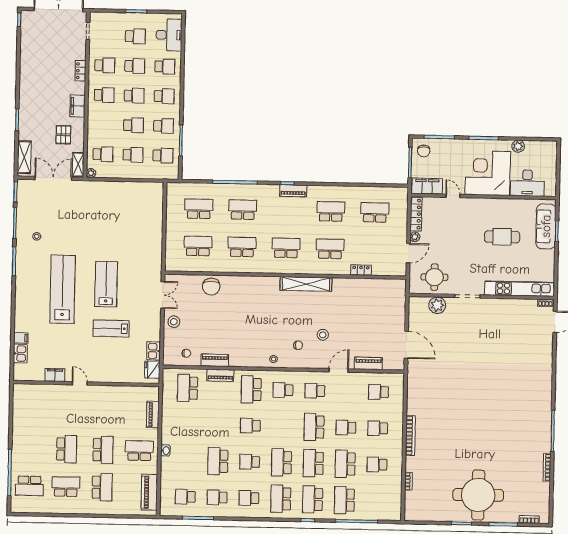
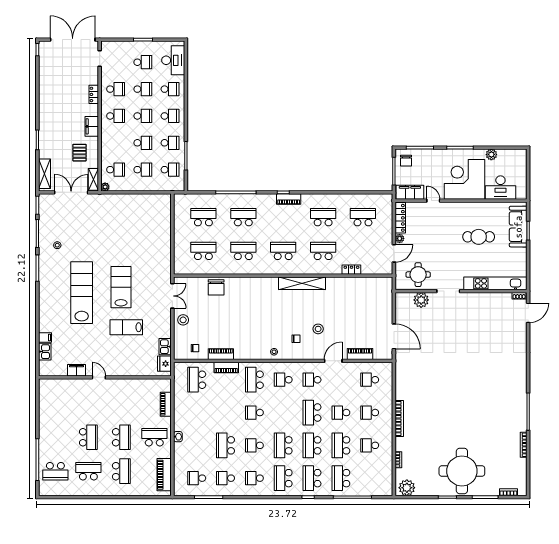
plant: (417, 512) -> (407, 488), added

